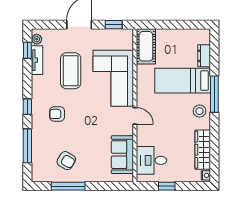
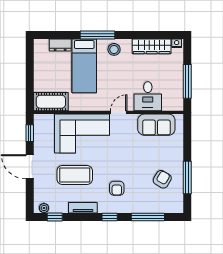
tv unit: (37, 60) -> (83, 208), moved
desk: (152, 160) -> (148, 96), moved
window: (167, 186) -> (187, 81), width x2.17

